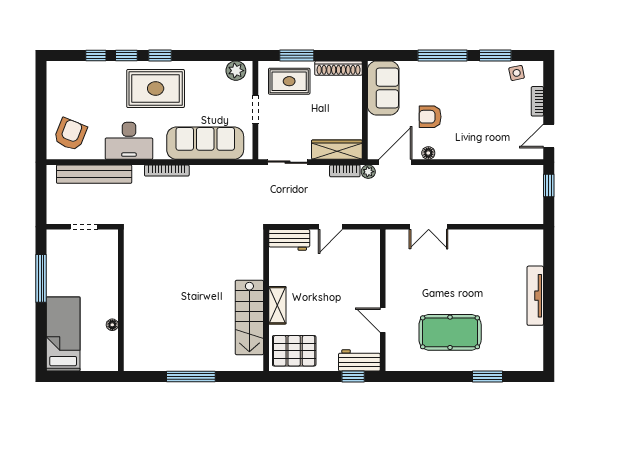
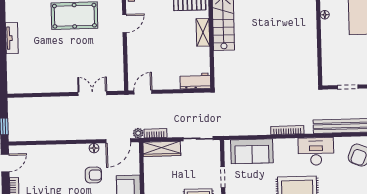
sofa: (205, 143) -> (252, 151), width x0.73
door: (330, 227) -> (143, 92), moved
tv unit: (535, 296) -> (12, 38), width x0.71
door: (383, 320) -> (124, 23), hinge flipped

